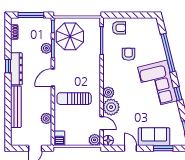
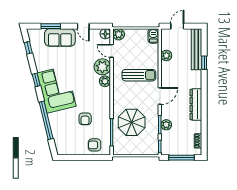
parasol: (70, 36) -> (132, 122), moved
window: (8, 66) -> (204, 63), moved
bench: (16, 107) -> (196, 49), moved

